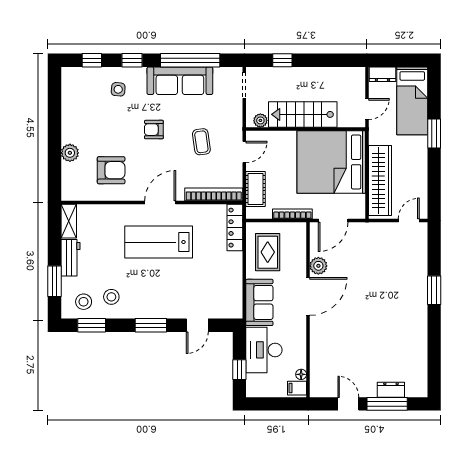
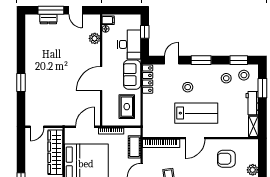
locker: (235, 228) -> (148, 79), moved
plant: (318, 266) -> (95, 38), moved
stool: (172, 283) -> (188, 87), added

